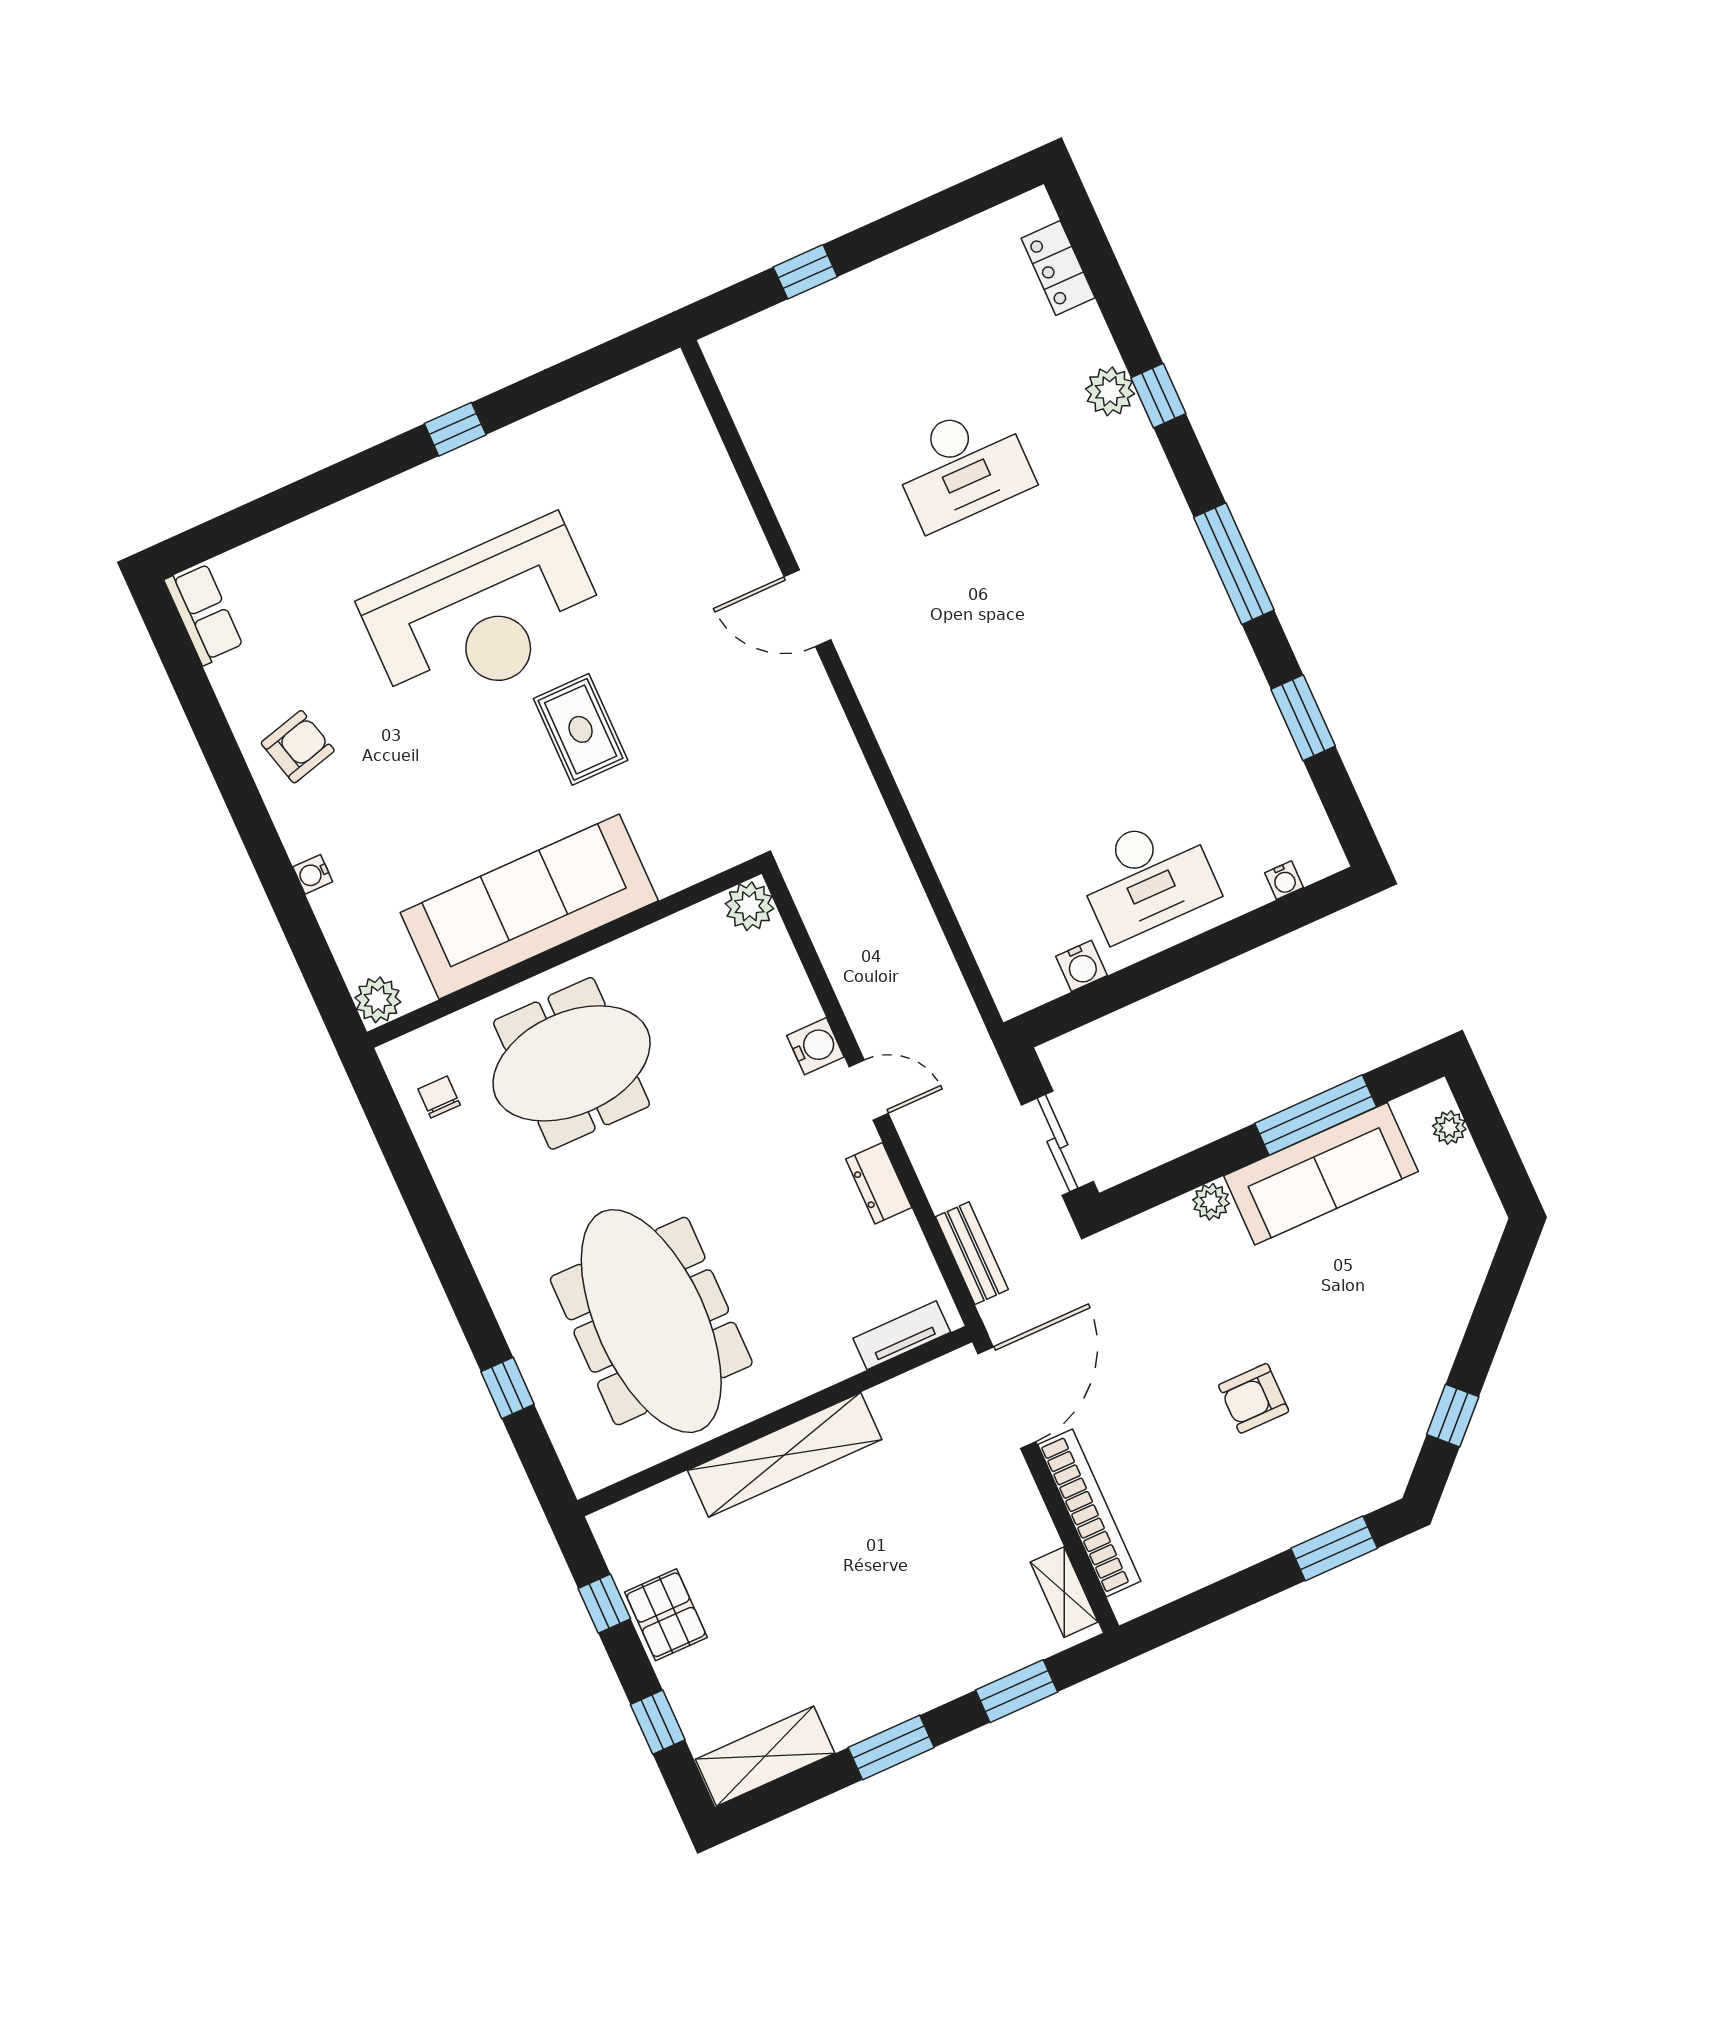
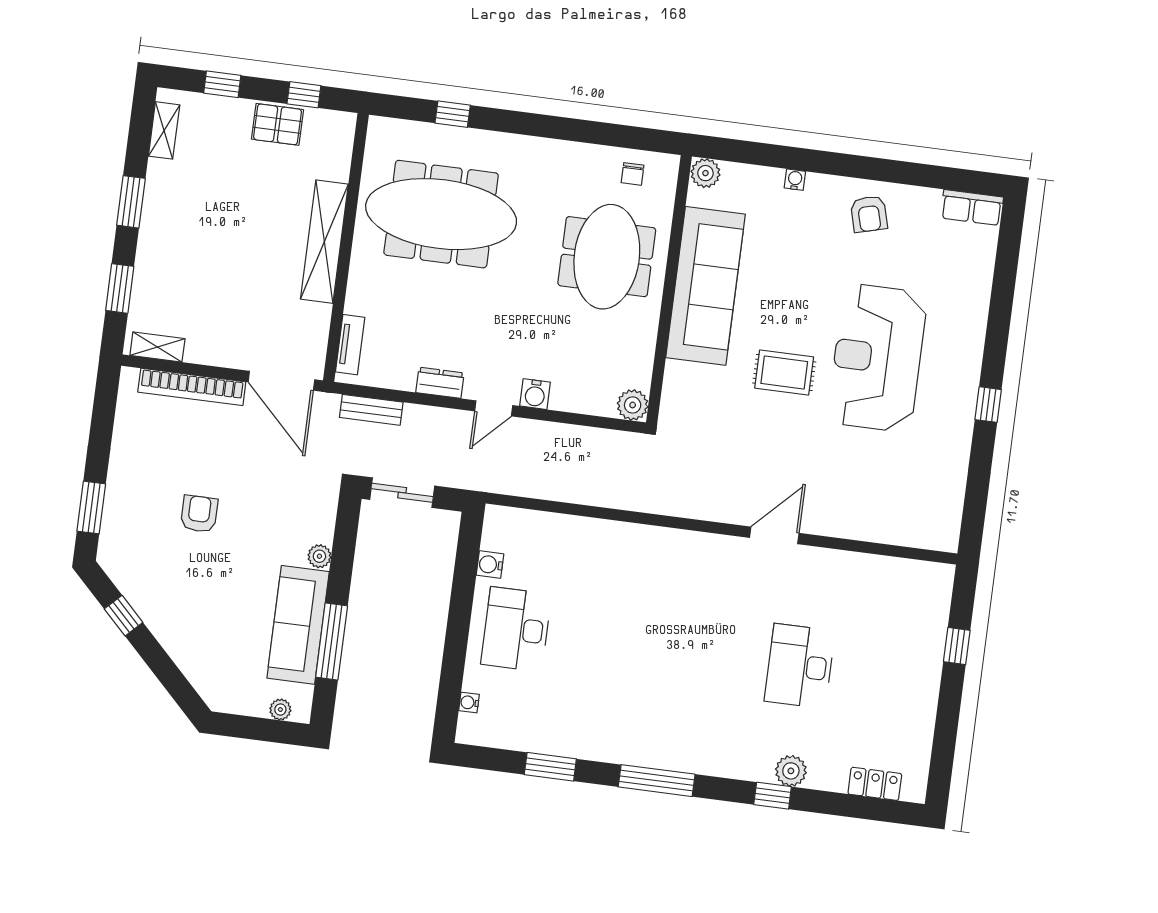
chair: (439, 1097) -> (633, 174), turned 90
shelving: (765, 1756) -> (164, 130), width x0.67, depth x0.75

